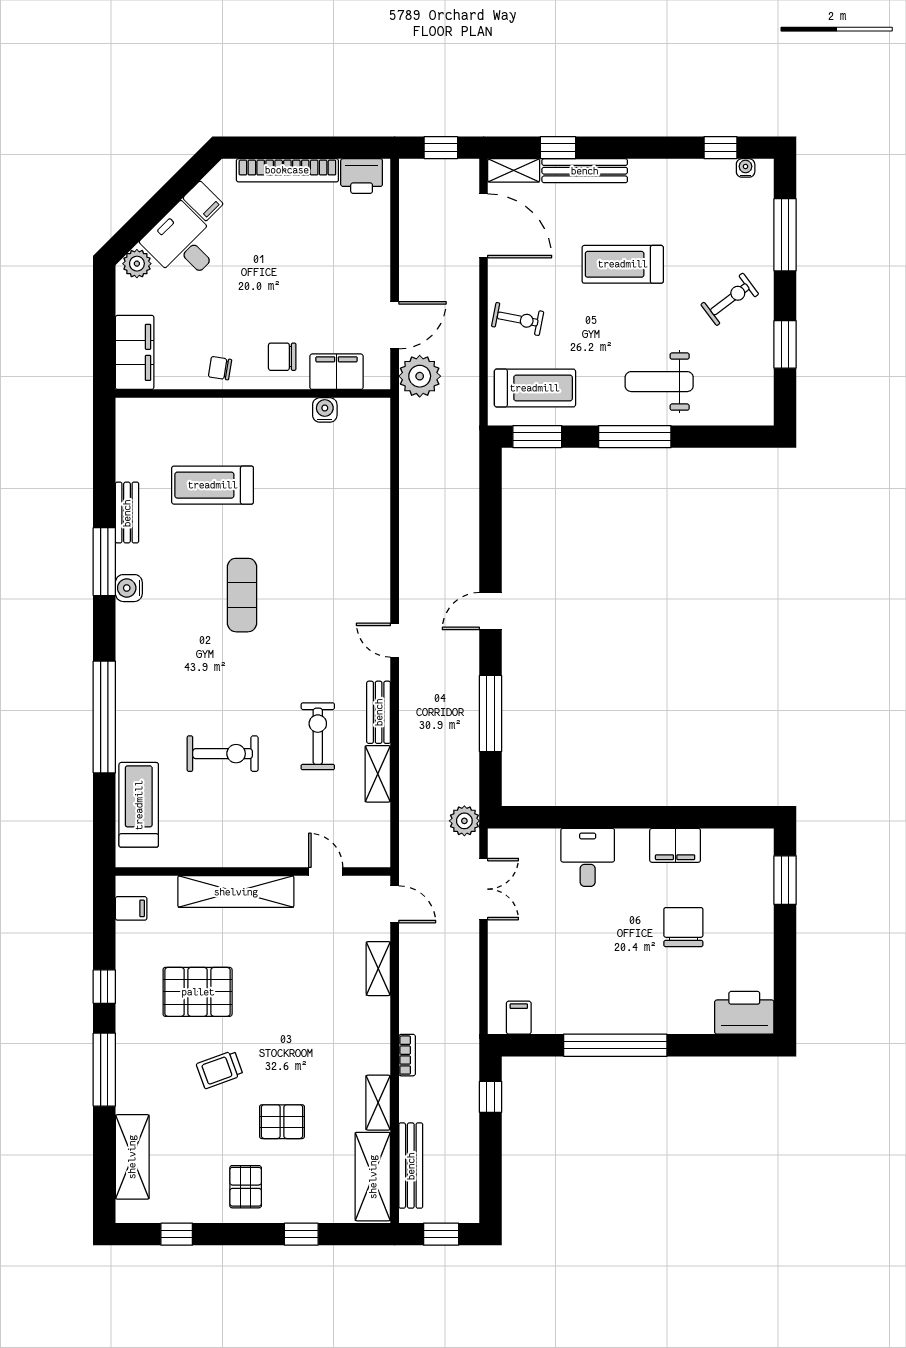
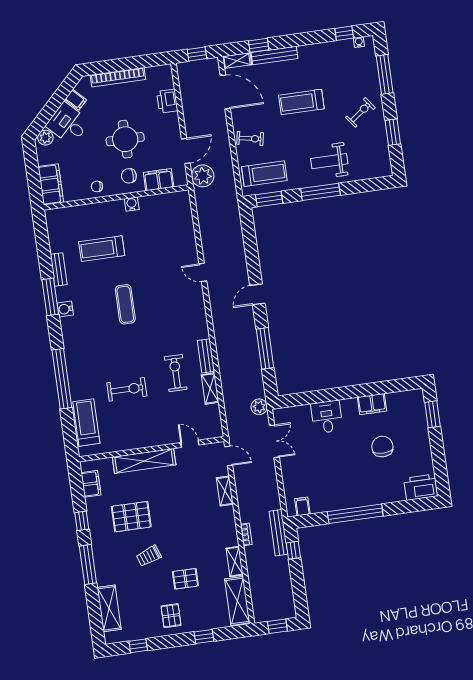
printer: (362, 176) -> (167, 101), moved, turned 90
round table: (285, 288) -> (125, 139), added
water cooler: (325, 410) -> (132, 204), moved
door: (395, 640) -> (203, 272), moved
filing cabinet: (131, 908) -> (91, 484), width x2.00
bench: (411, 1166) -> (279, 533), moved

